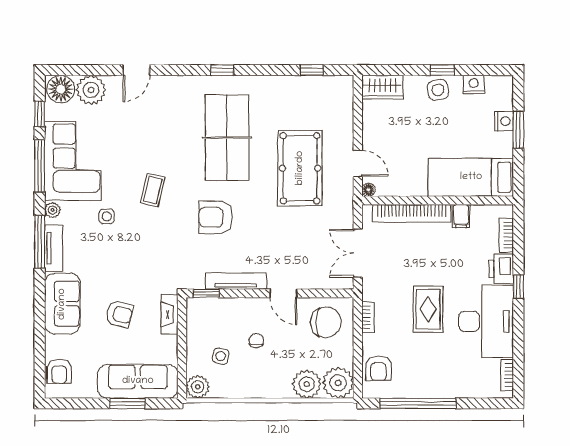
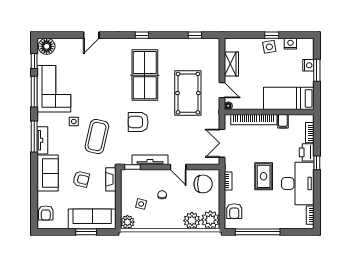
wardrobe: (382, 87) -> (231, 64), moved, turned -90
plant: (91, 90) -> (65, 47), removed
coffee table: (153, 190) -> (97, 136), moved, width x1.86, depth x1.72
plant: (53, 210) -> (42, 118), removed

